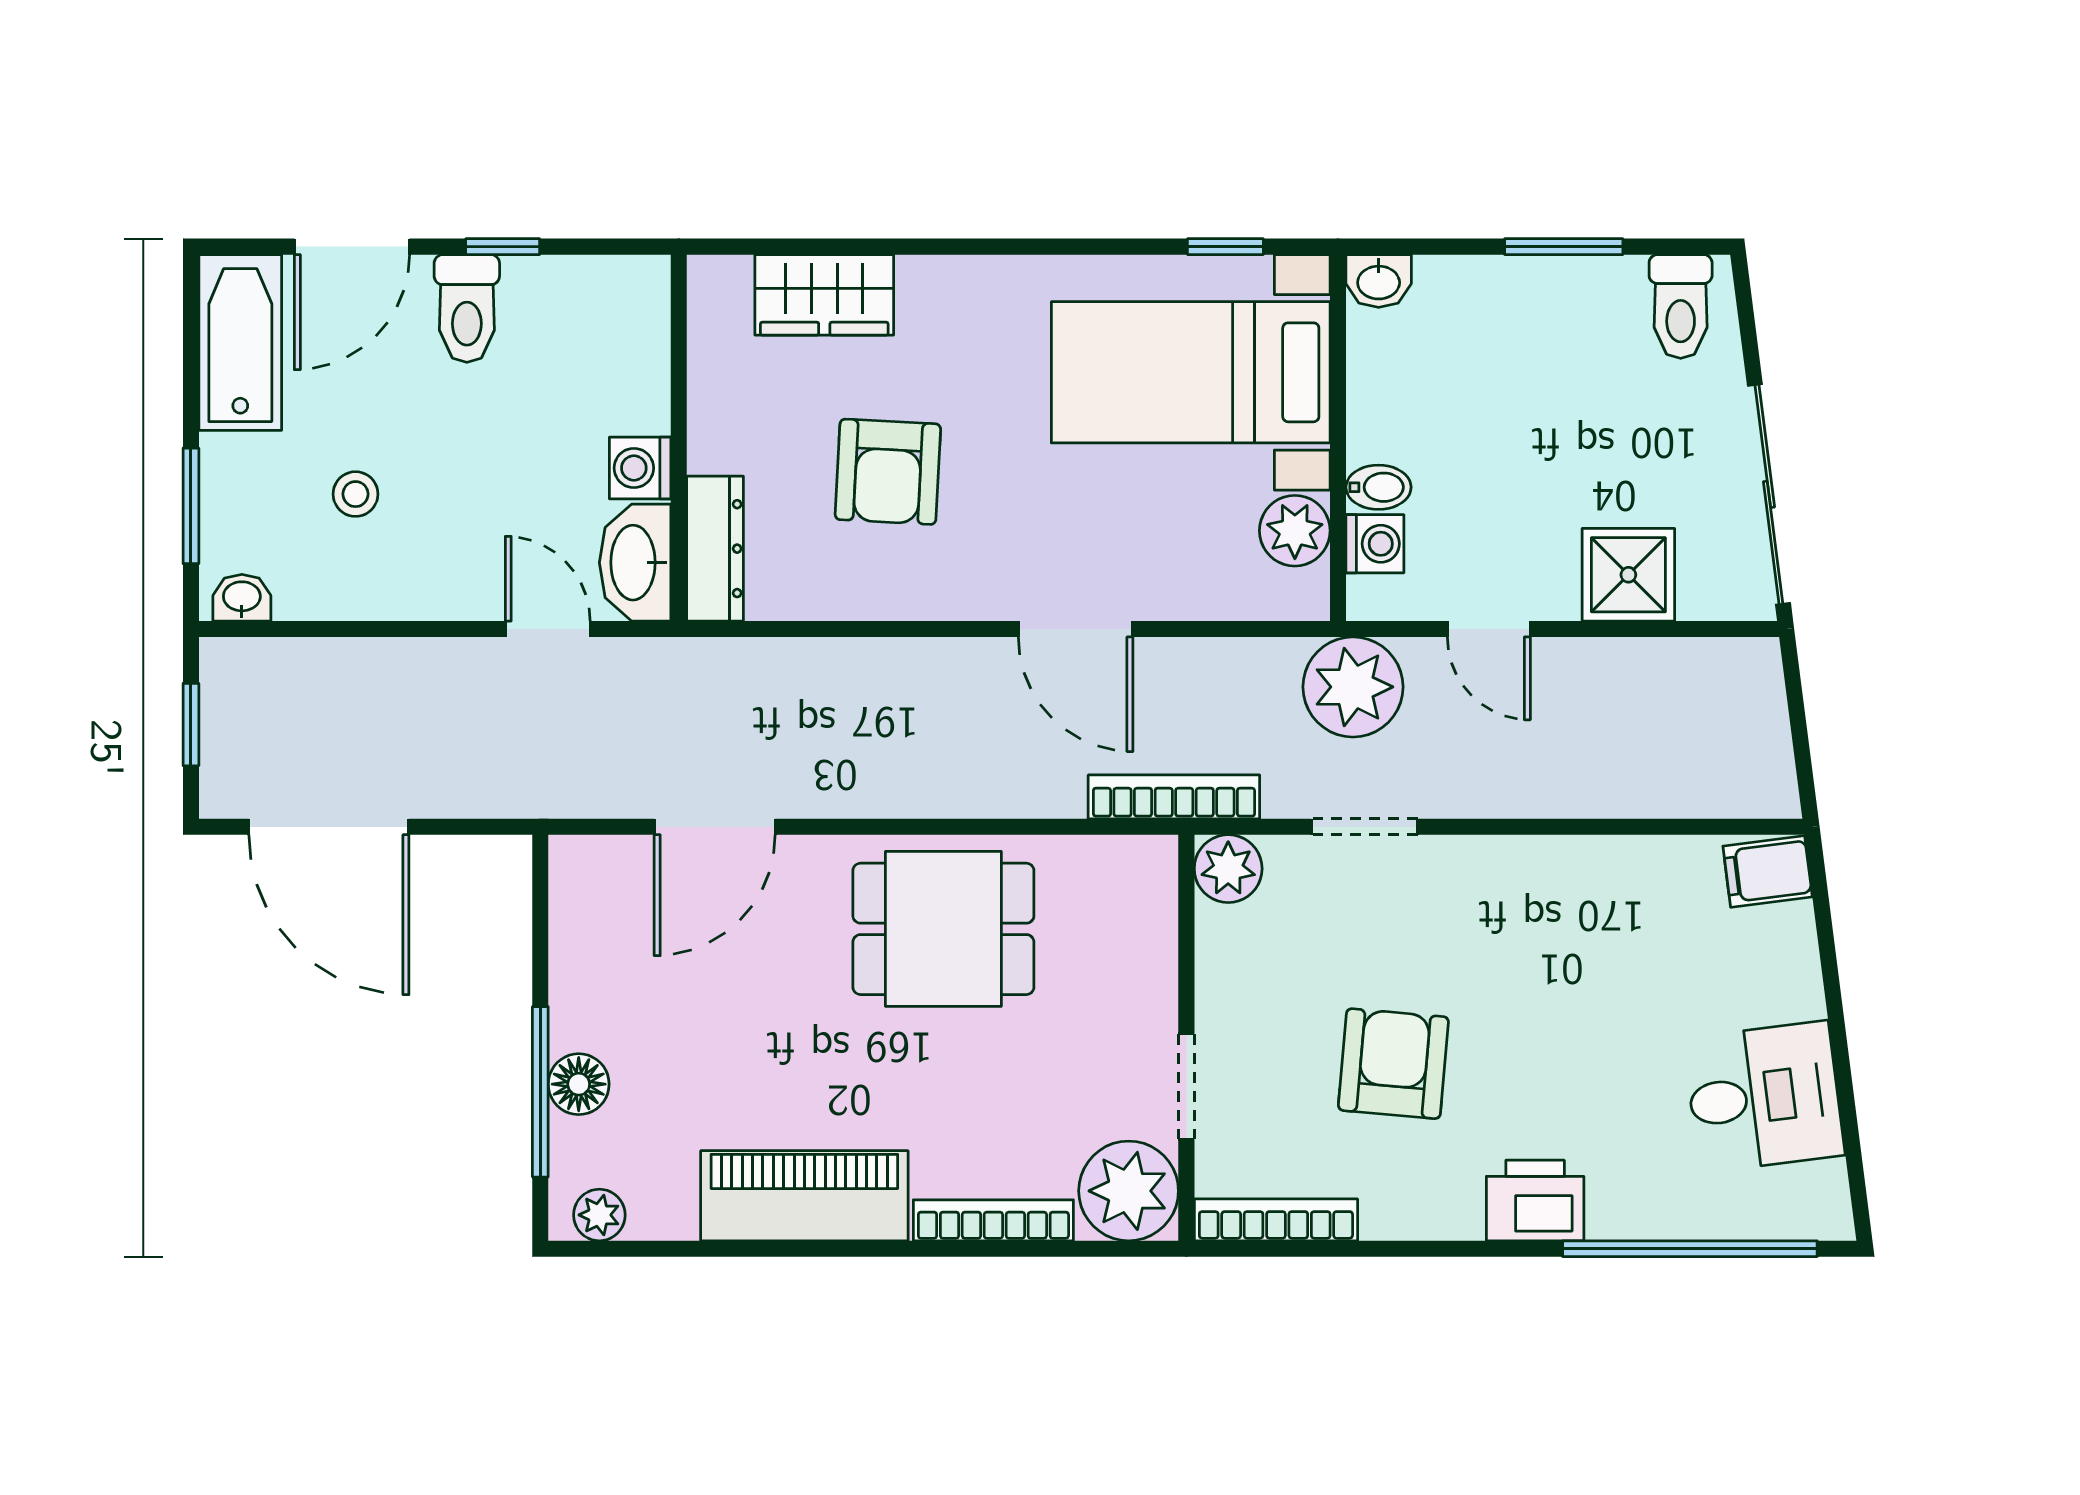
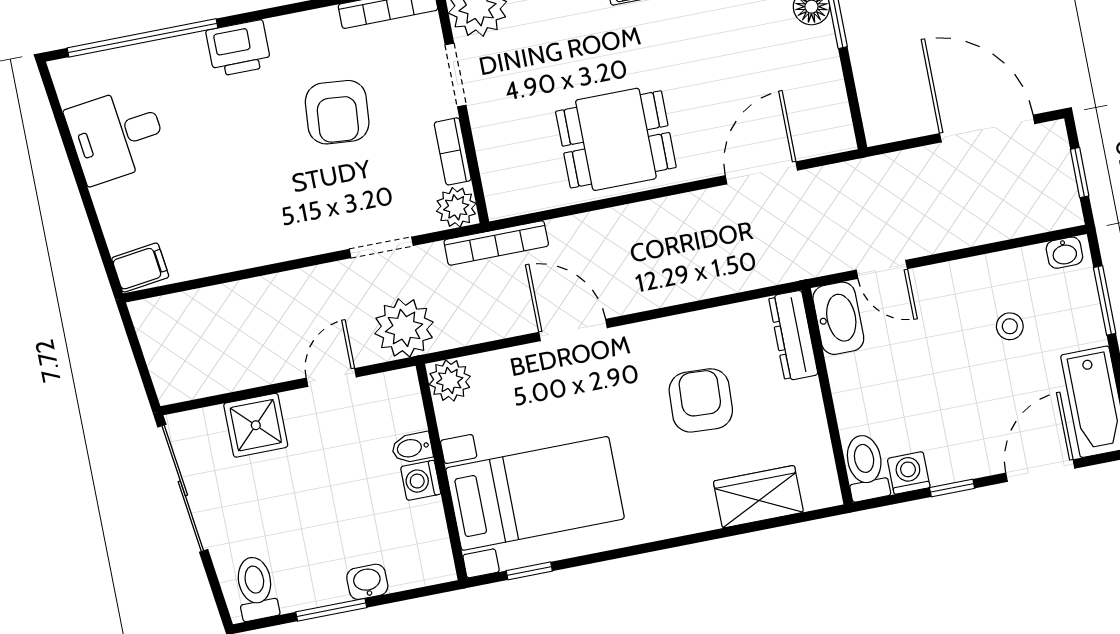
washbasin: (1379, 281) -> (367, 582), moved
toilet: (467, 308) -> (866, 467), moved
washing machine: (640, 468) -> (909, 473), moved, turned -90
plant: (1295, 531) -> (450, 380), moved
washing machine: (1375, 544) -> (421, 480), moved
door: (1489, 629) -> (331, 377), hinge flipped
bookcase: (1216, 962) -> (453, 151), added

